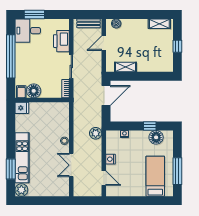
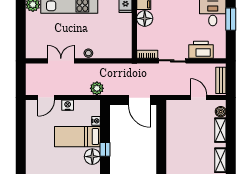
shelving: (126, 67) -> (220, 130), moved
bed: (155, 176) -> (77, 137), moved, turned 180

